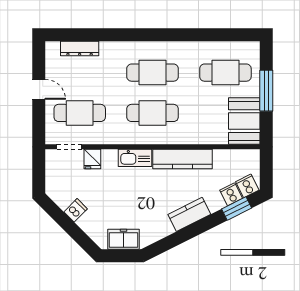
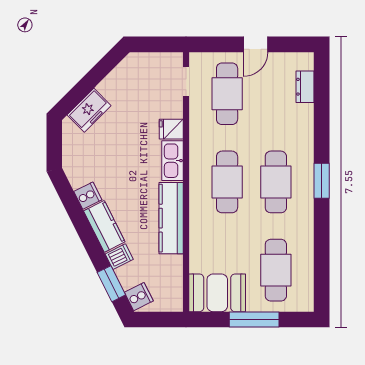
window: (152, 35) -> (322, 181), added
dresser: (80, 48) -> (305, 87), width x0.70
fridge: (92, 159) -> (171, 129), moved
cooker: (231, 194) -> (88, 196), moved
dishwasher: (76, 210) -> (119, 257), moved, turned -72
freezer: (123, 239) -> (89, 110), moved, turned 45

